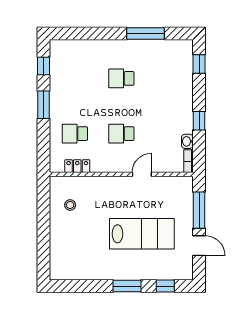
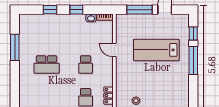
window: (199, 64) -> (50, 10), moved
school desk: (121, 78) -> (47, 65), width x1.85
lab bench: (142, 234) -> (156, 50), turned -90
window: (127, 286) -> (193, 60), width x1.44

